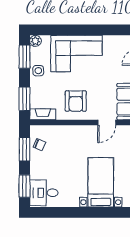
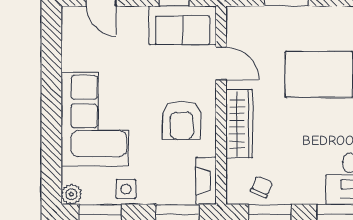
armchair: (76, 101) -> (182, 120), turned 90
wardrobe: (74, 132) -> (239, 124), added

